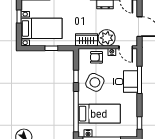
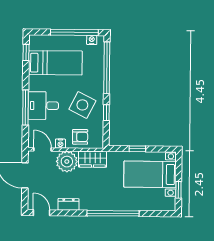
bed: (99, 114) -> (55, 63), moved, turned 180

